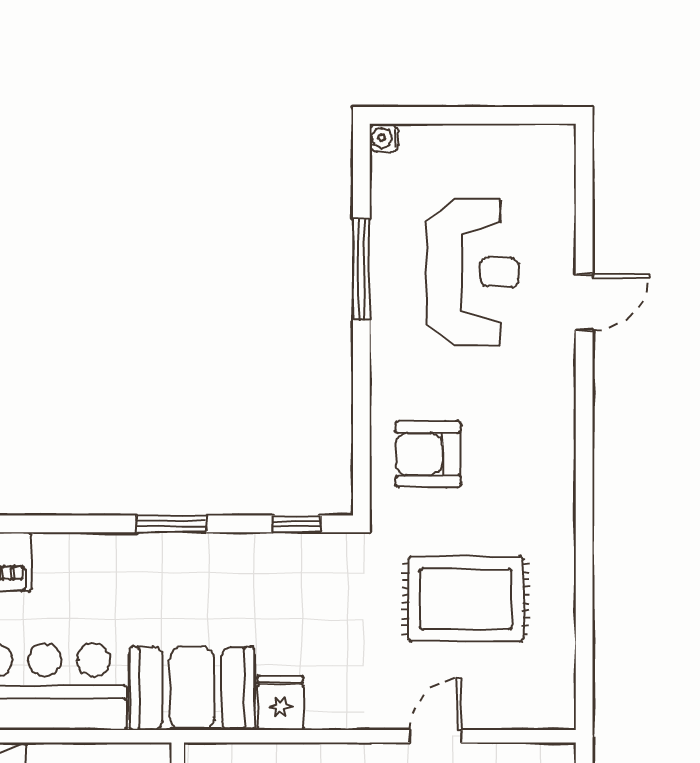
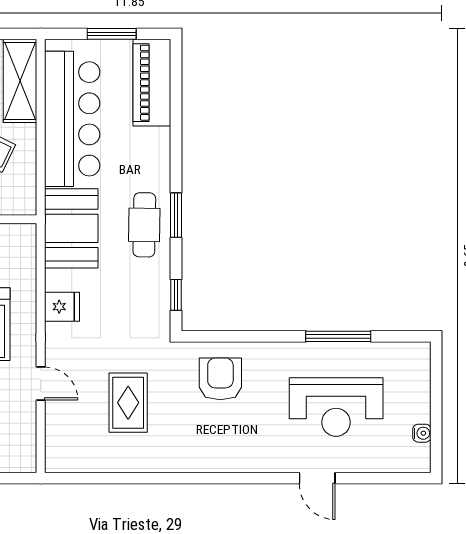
water cooler: (384, 138) -> (422, 433), moved, turned 90
cafe table: (186, 574) -> (144, 225), added
rug: (466, 599) -> (128, 403), width x0.73, depth x0.70
fridge: (280, 703) -> (62, 307), moved

